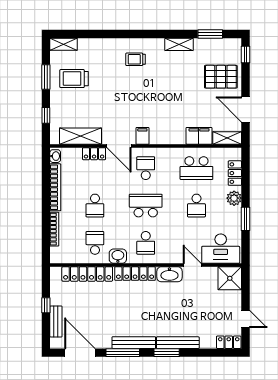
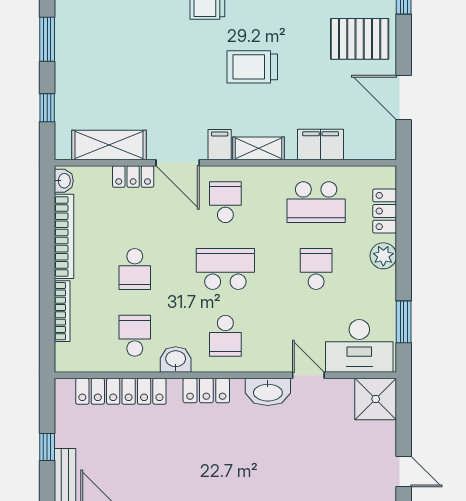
trolley: (74, 79) -> (252, 67), moved
shelving: (227, 138) -> (258, 148), moved
school desk: (196, 206) -> (316, 269), turned 180
window: (246, 219) -> (404, 322), moved
locker: (135, 274) -> (206, 390), width x0.66

